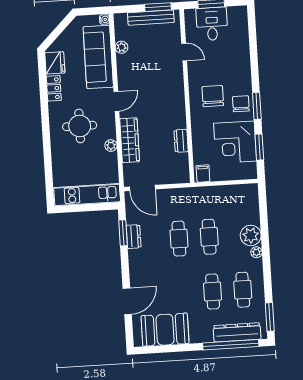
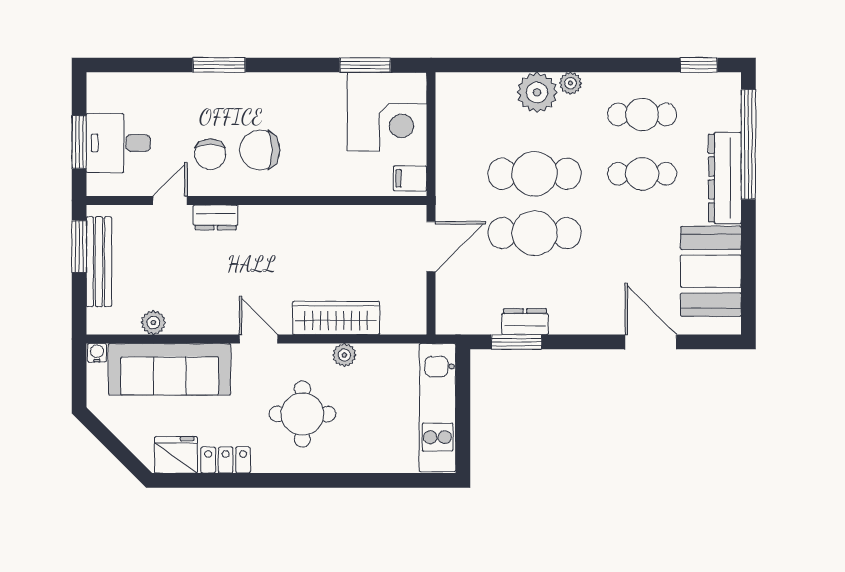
chair: (241, 104) -> (210, 154), moved, turned -90
window: (257, 106) -> (219, 65), moved
dresser: (181, 141) -> (216, 217), moved
corner desk: (235, 142) -> (387, 112), moved
door: (142, 188) -> (431, 247), moved
cafe table: (209, 237) -> (535, 174), width x1.37, depth x1.35
cafe table: (179, 239) -> (535, 233), width x1.37, depth x1.35
window: (270, 317) -> (699, 65), width x0.67
dresser: (237, 332) -> (725, 178), moved

